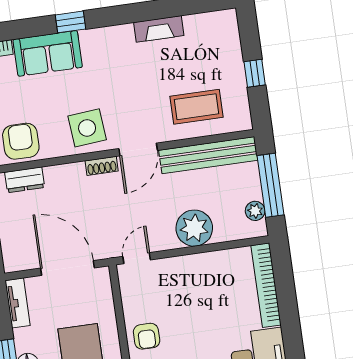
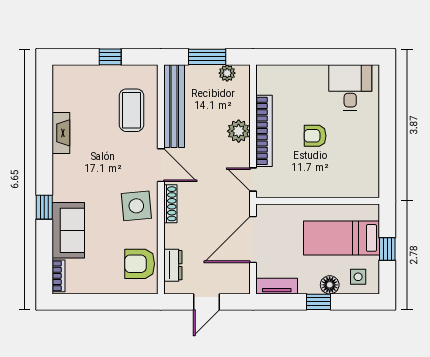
shoe rack: (102, 166) -> (170, 204), width x1.43
window: (271, 185) -> (207, 57), width x0.69
plant: (194, 228) -> (239, 131), width x0.73, depth x0.73
bookcase: (266, 285) -> (264, 131), moved, turned -90
armchair: (147, 336) -> (315, 136), moved, turned 180

